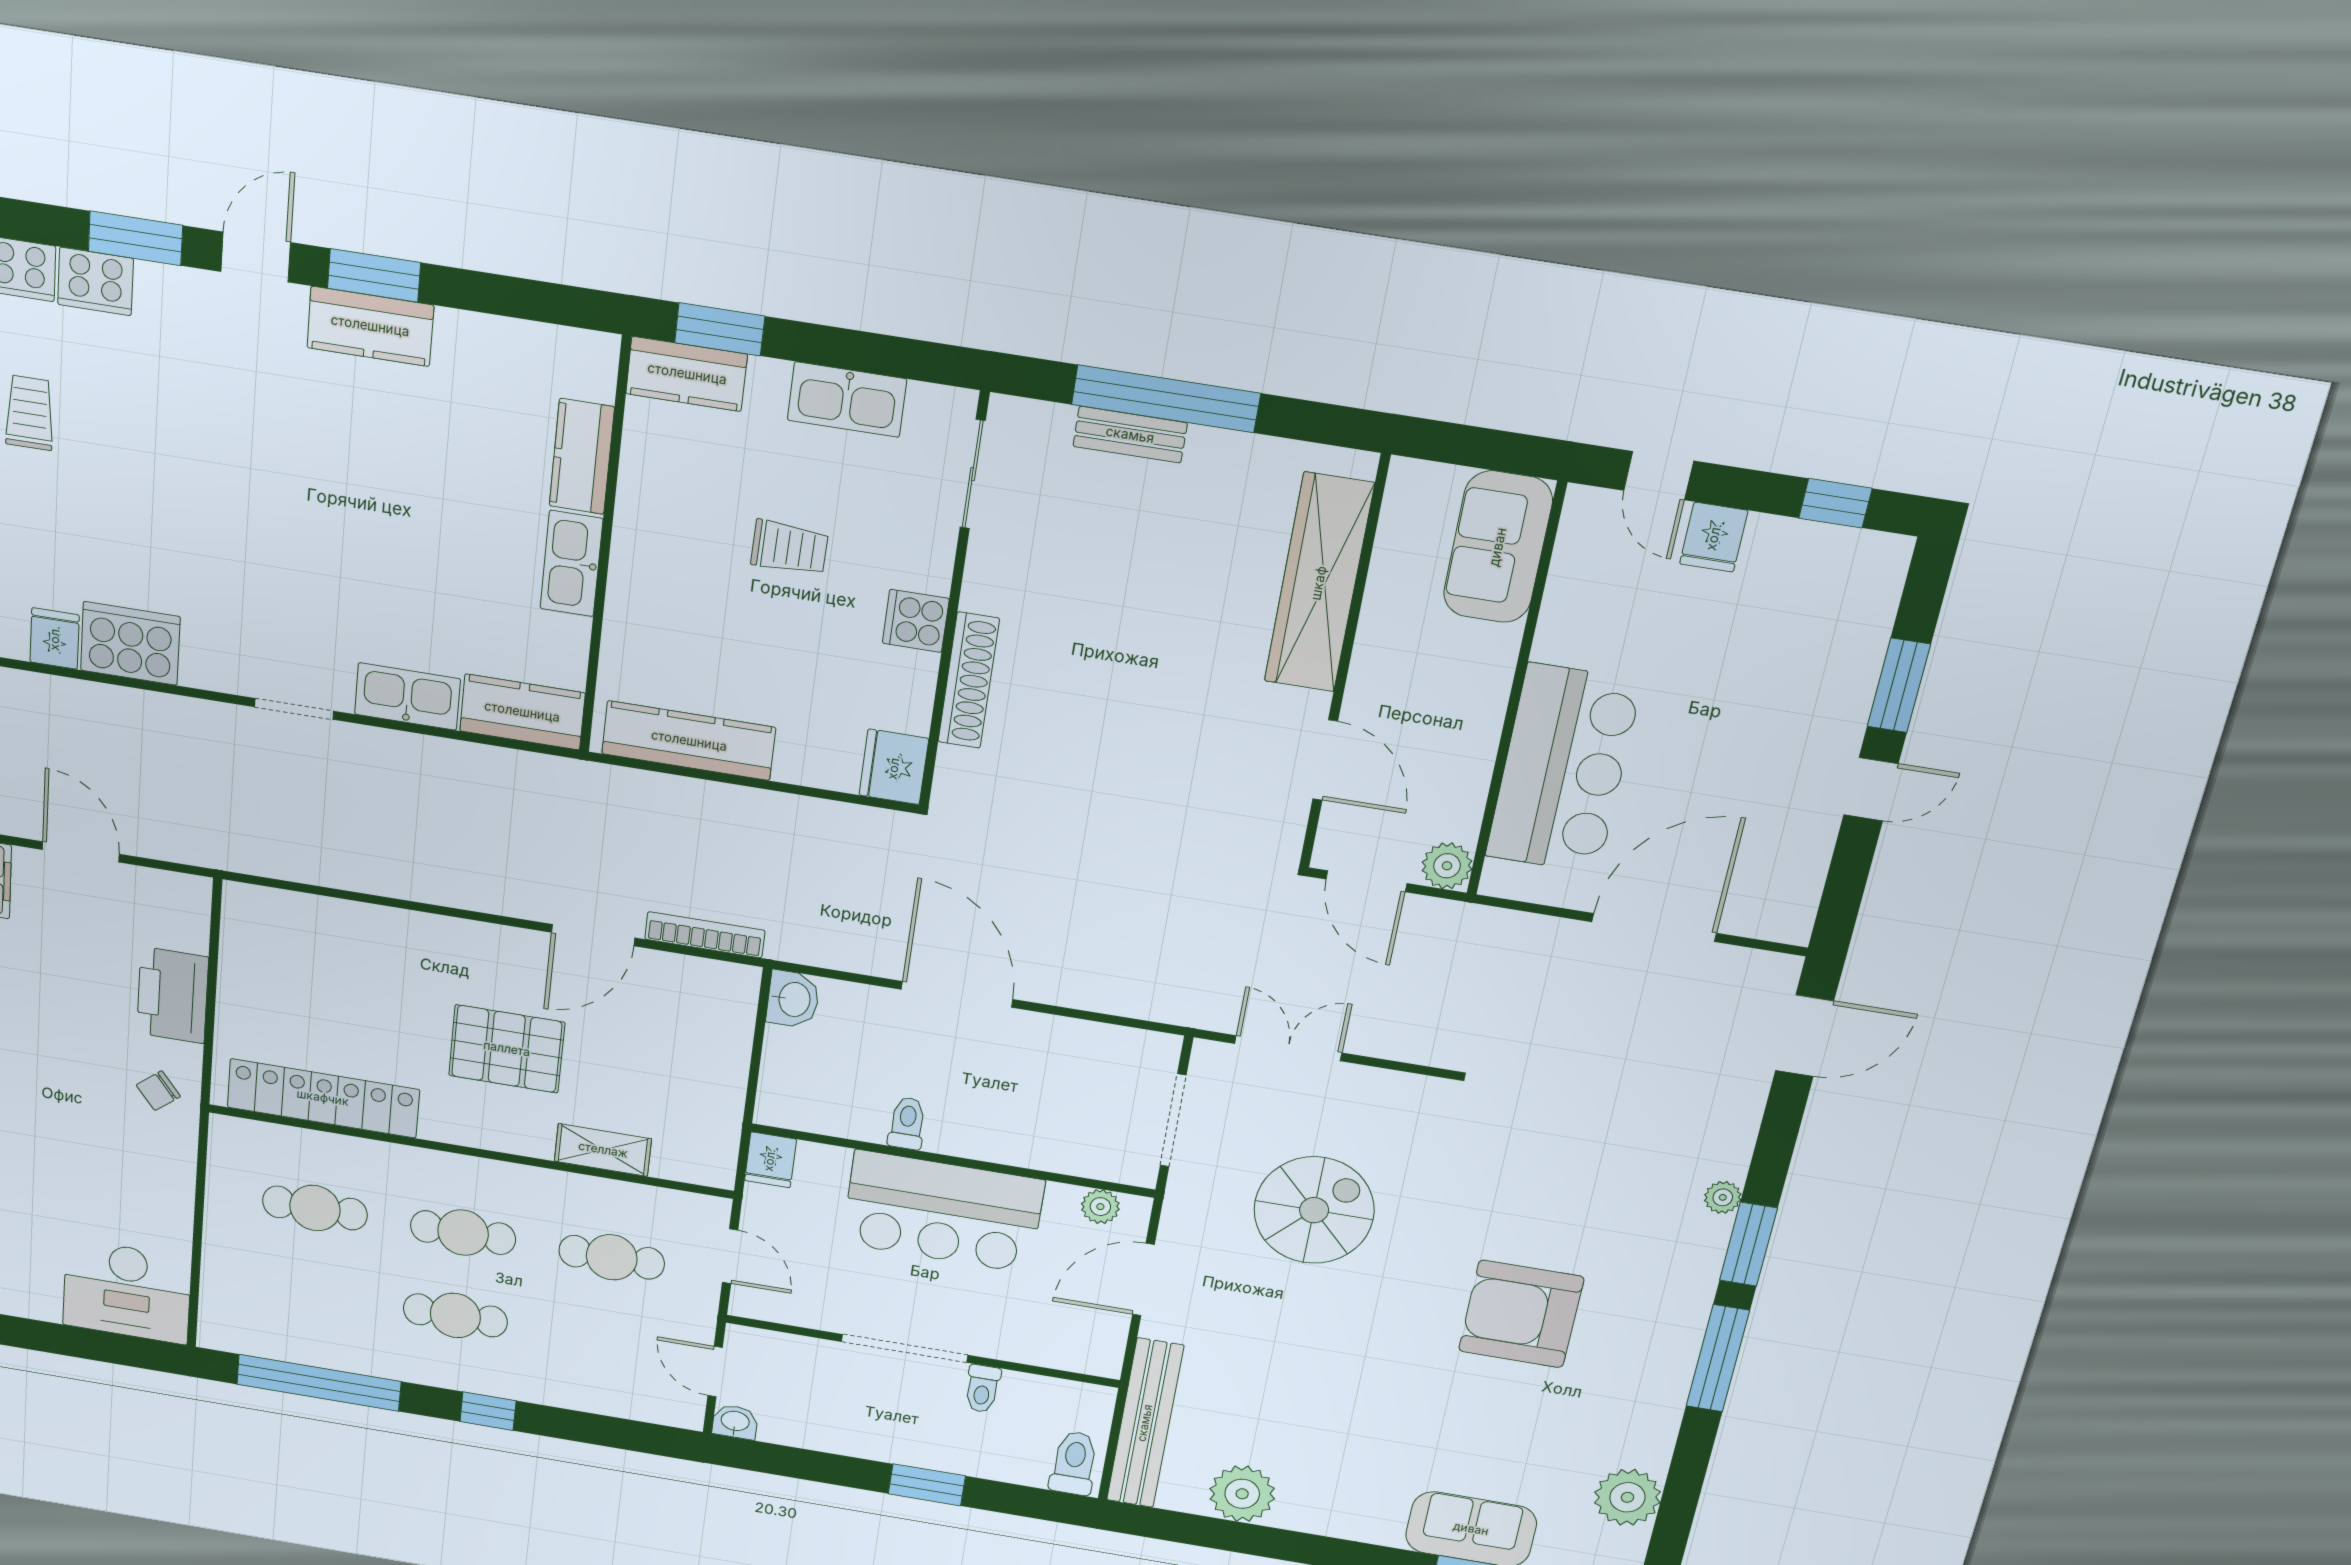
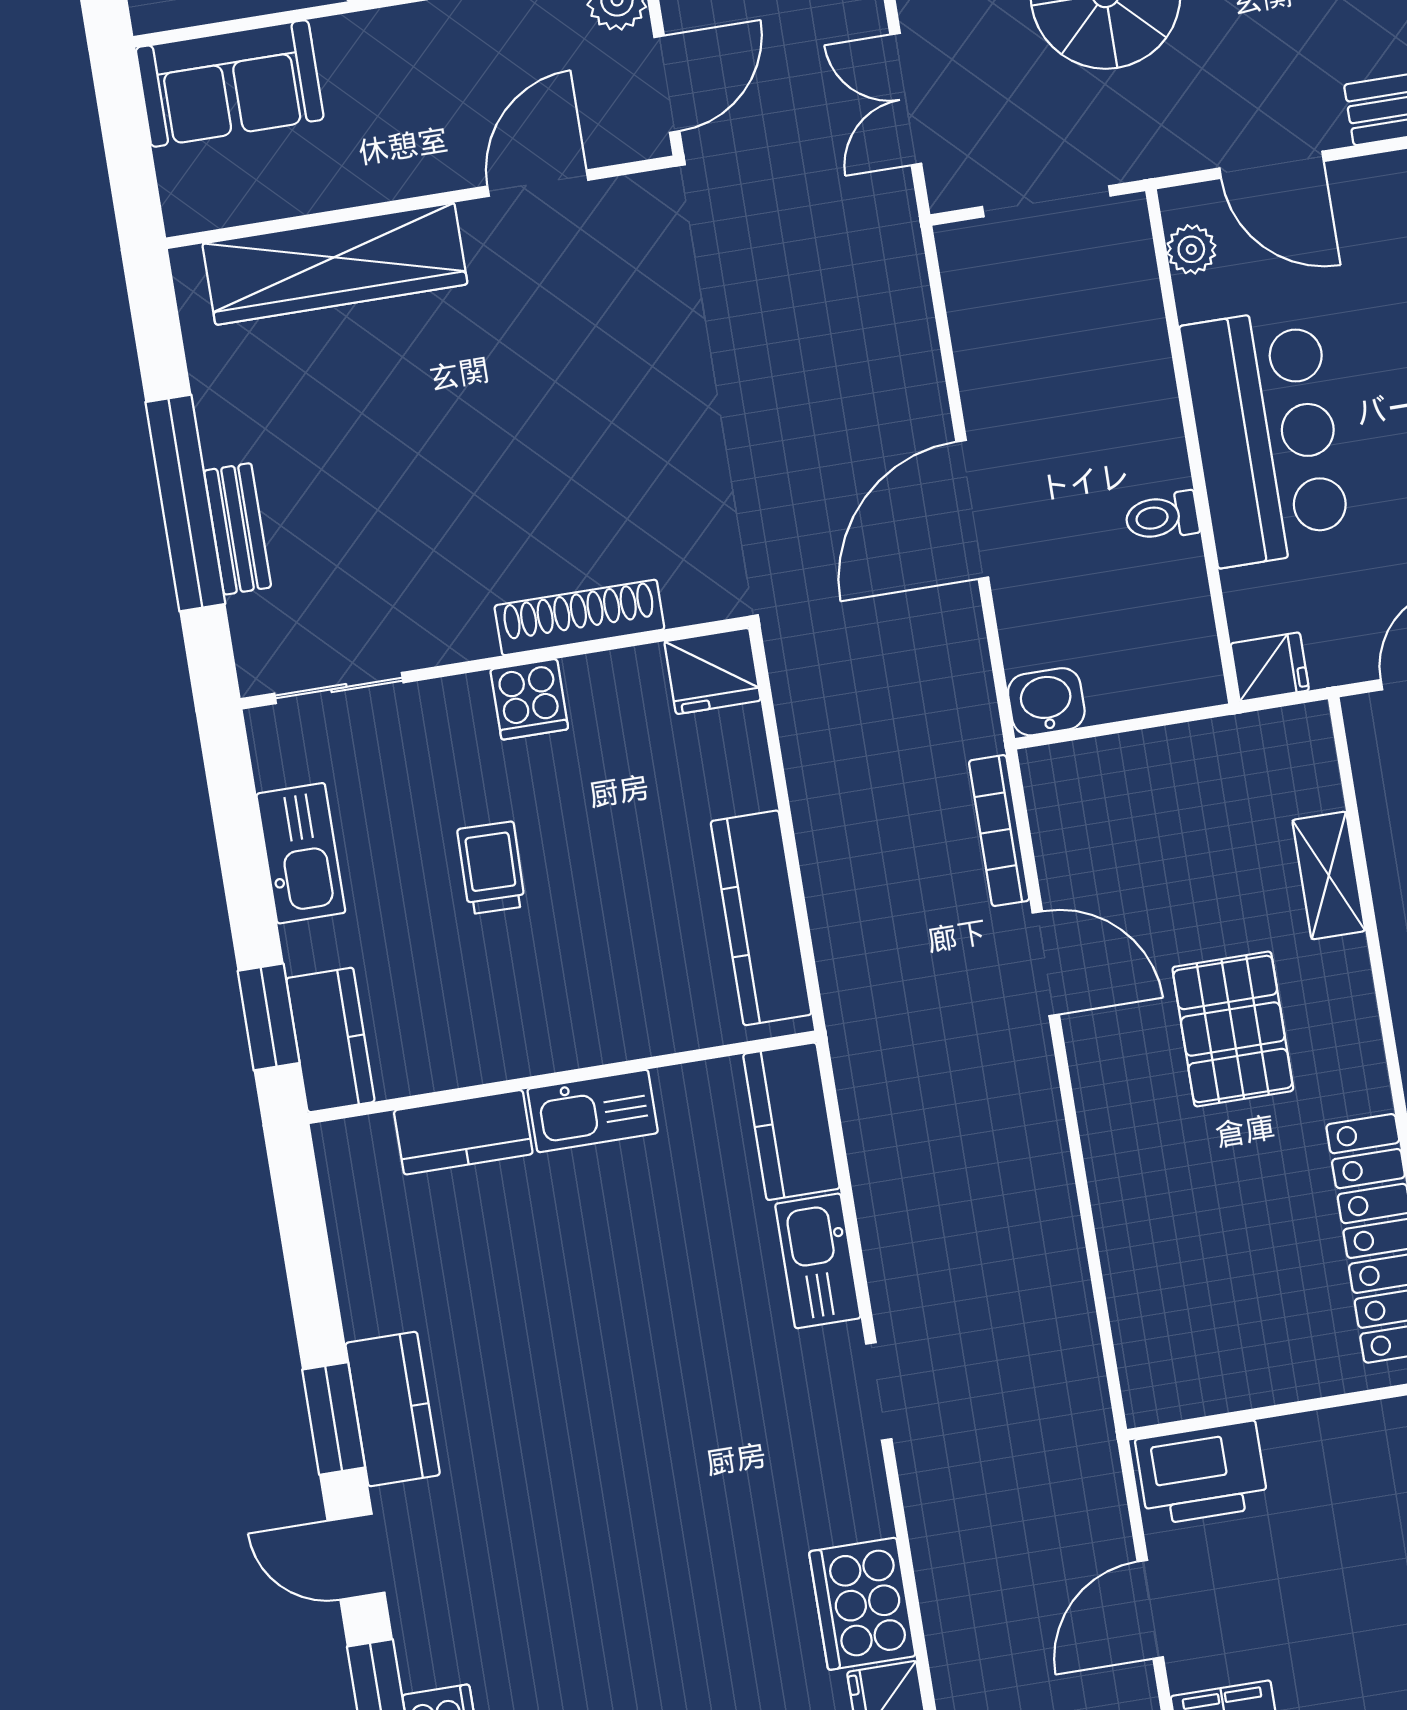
printer: (173, 995) -> (1202, 1473), moved

